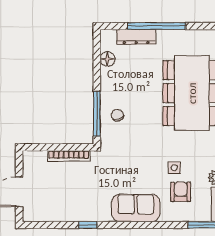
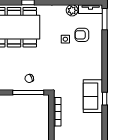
sofa: (136, 208) -> (93, 96), moved

